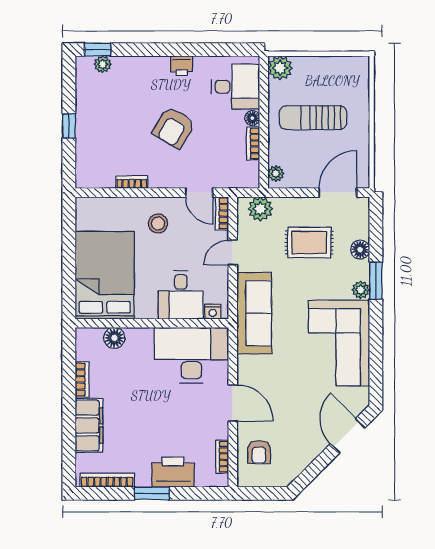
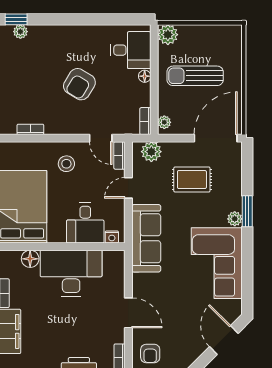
printer: (182, 66) -> (86, 33), removed
bookcase: (253, 143) -> (145, 121), moved
bookcase: (132, 182) -> (30, 129), moved
door: (338, 193) -> (216, 138), width x1.36
floor lamp: (360, 250) -> (234, 185), removed
desk: (191, 355) -> (71, 273), moved

